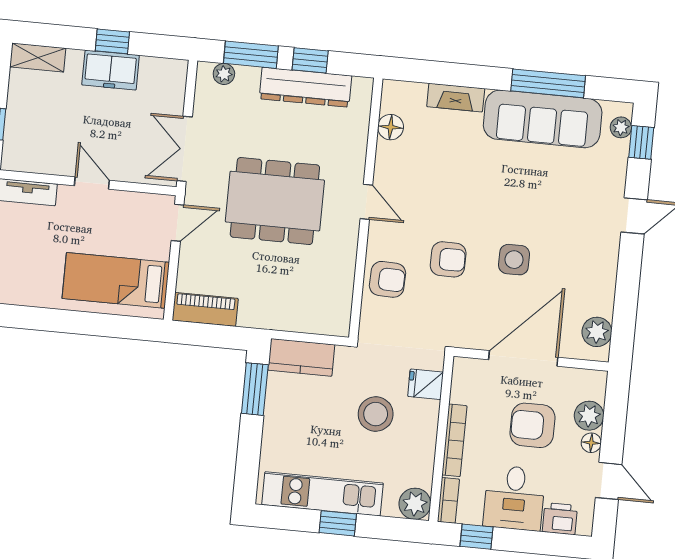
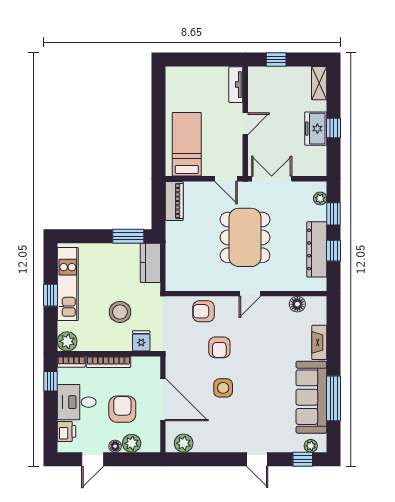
window: (251, 55) -> (334, 214), width x0.67
armchair: (388, 279) -> (204, 311), turned 88

